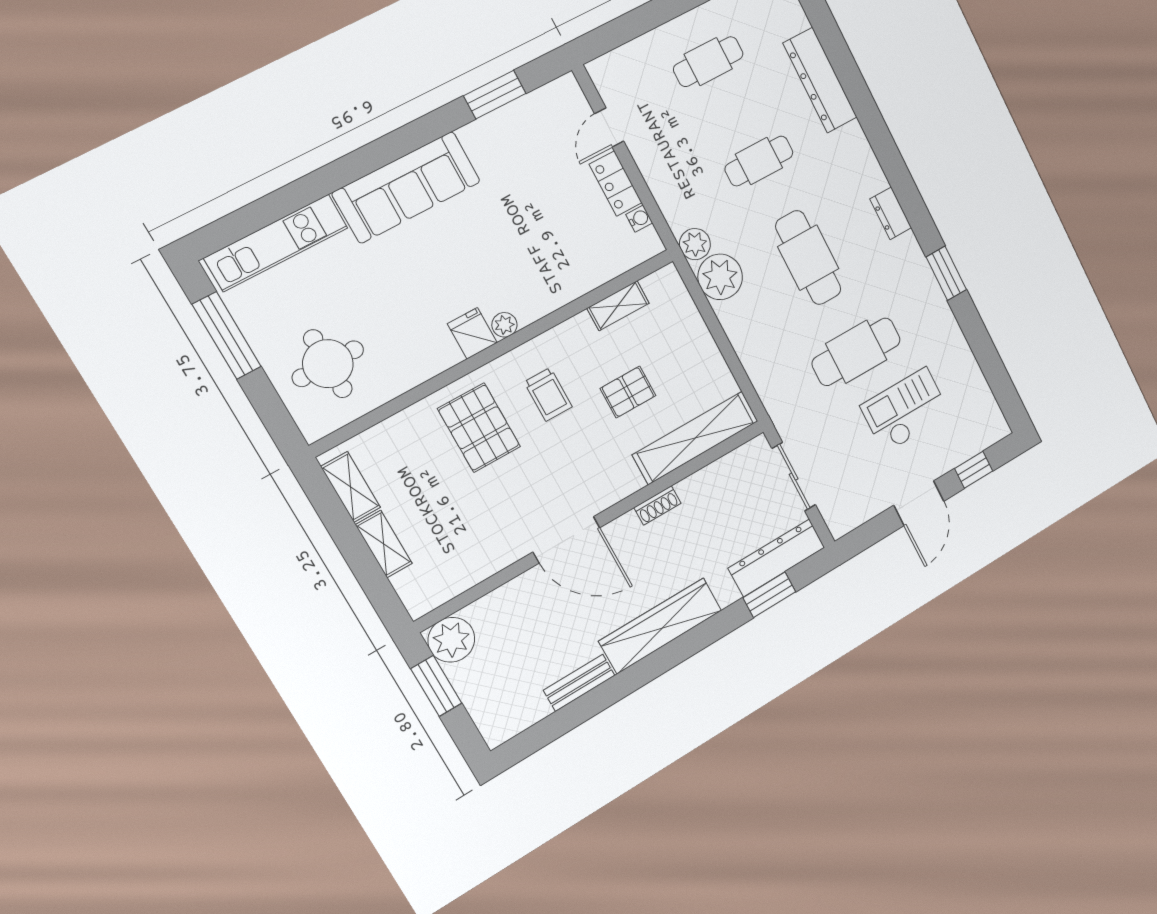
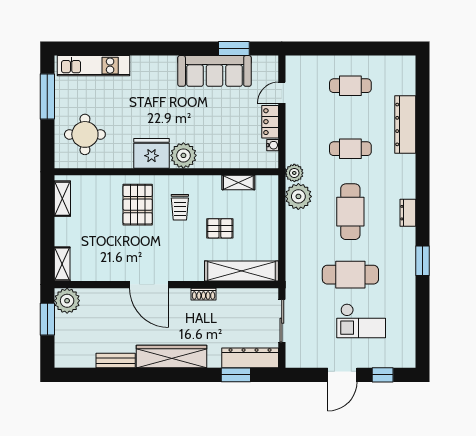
sofa: (407, 187) -> (215, 71), moved
plant: (504, 325) -> (183, 155), width x1.88, depth x1.88
fridge: (472, 333) -> (152, 153), width x1.88, depth x1.34
checkout: (905, 410) -> (361, 321), turned 180
shelving: (384, 544) -> (62, 264), moved

